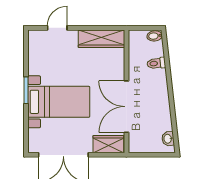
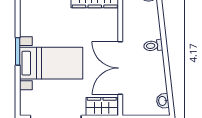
toilet: (156, 63) -> (153, 46), moved

